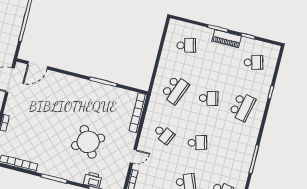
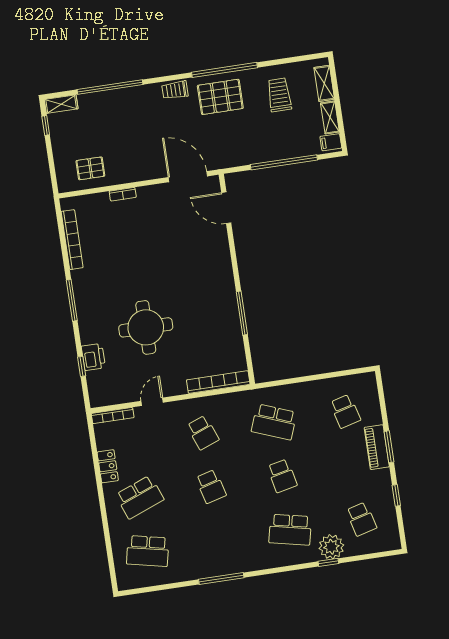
piano: (227, 39) -> (377, 447), moved
plant: (262, 87) -> (331, 547), added
school desk: (164, 134) -> (203, 433), turned -45
round table: (88, 142) -> (146, 327), turned 31
door: (133, 156) -> (152, 402), swing flipped

